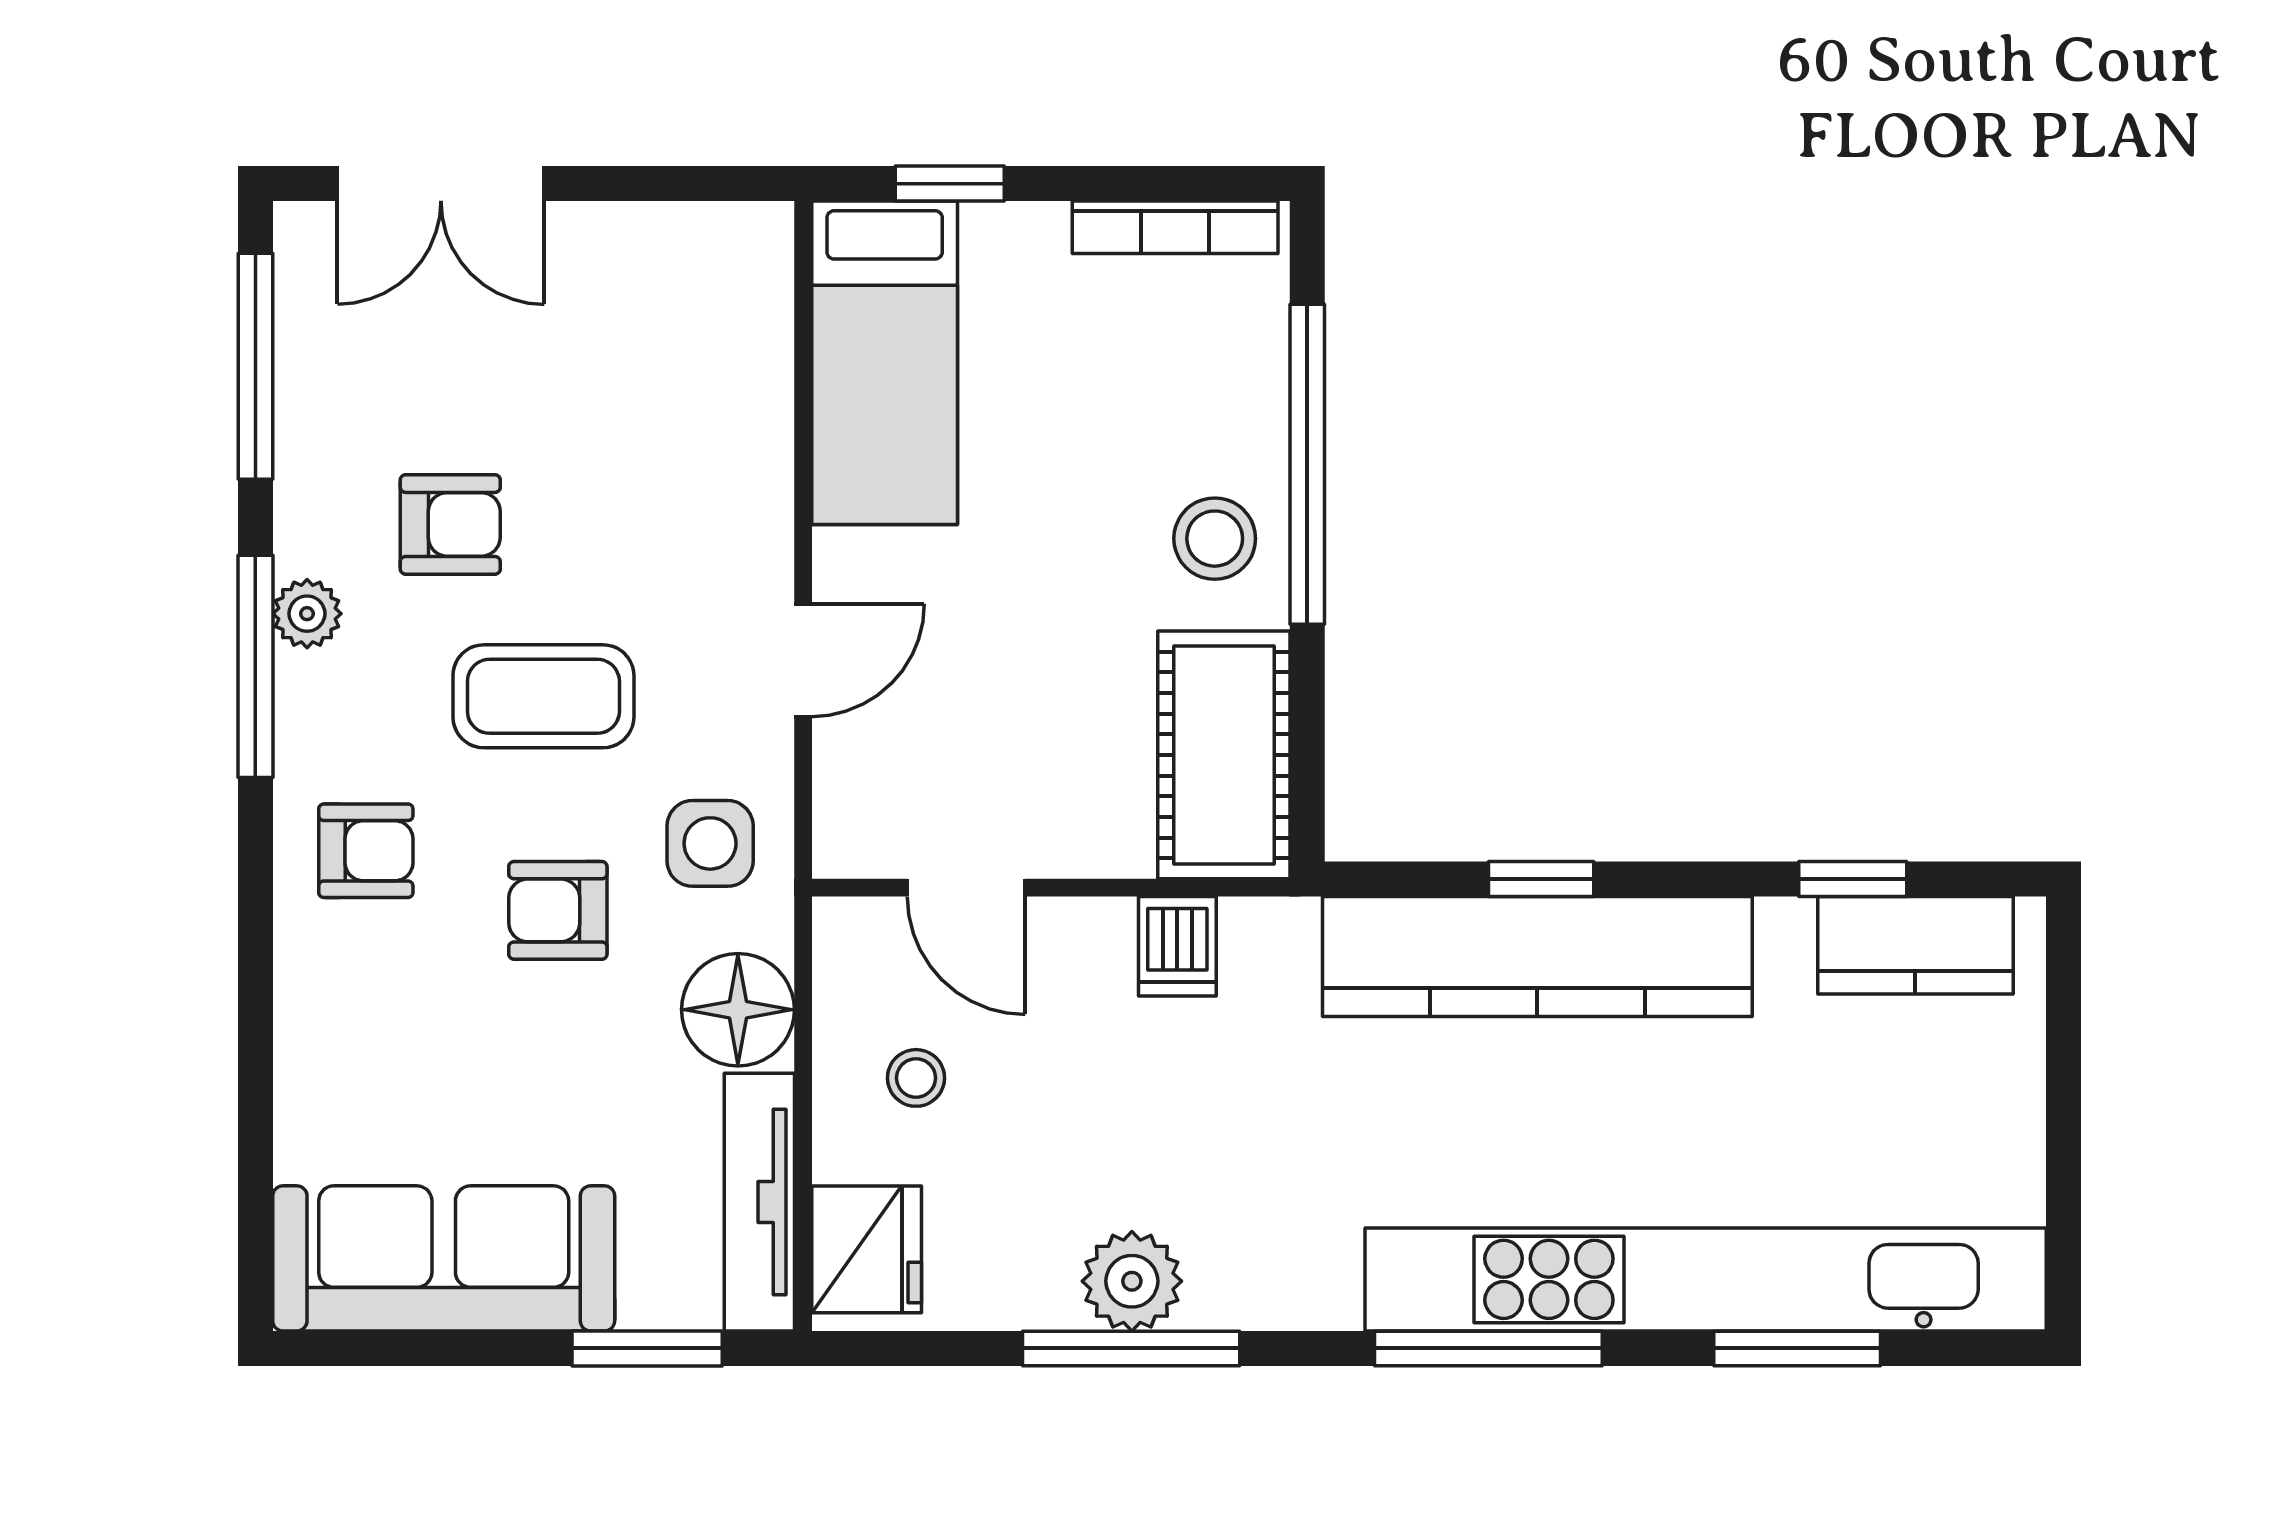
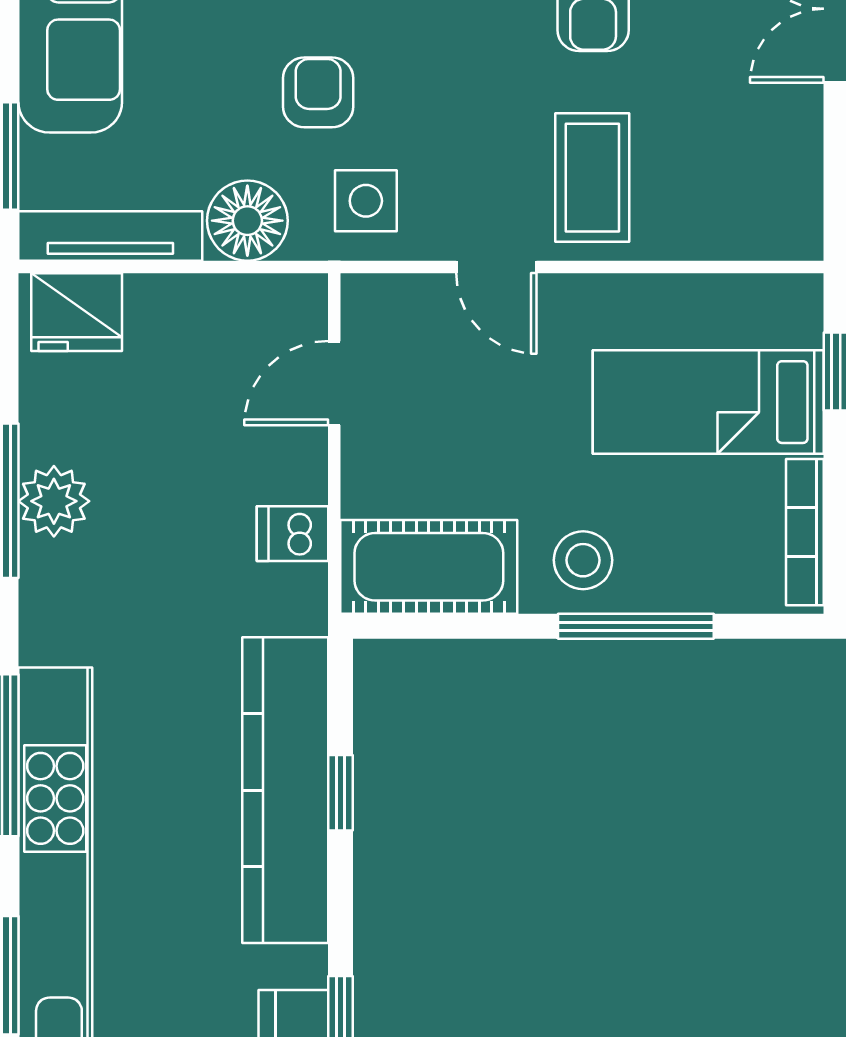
bed: (885, 363) -> (708, 402), moved
window: (1307, 464) -> (636, 626), width x0.68
coffee table: (543, 696) -> (592, 178), moved
stool: (916, 1078) -> (199, 347), removed

